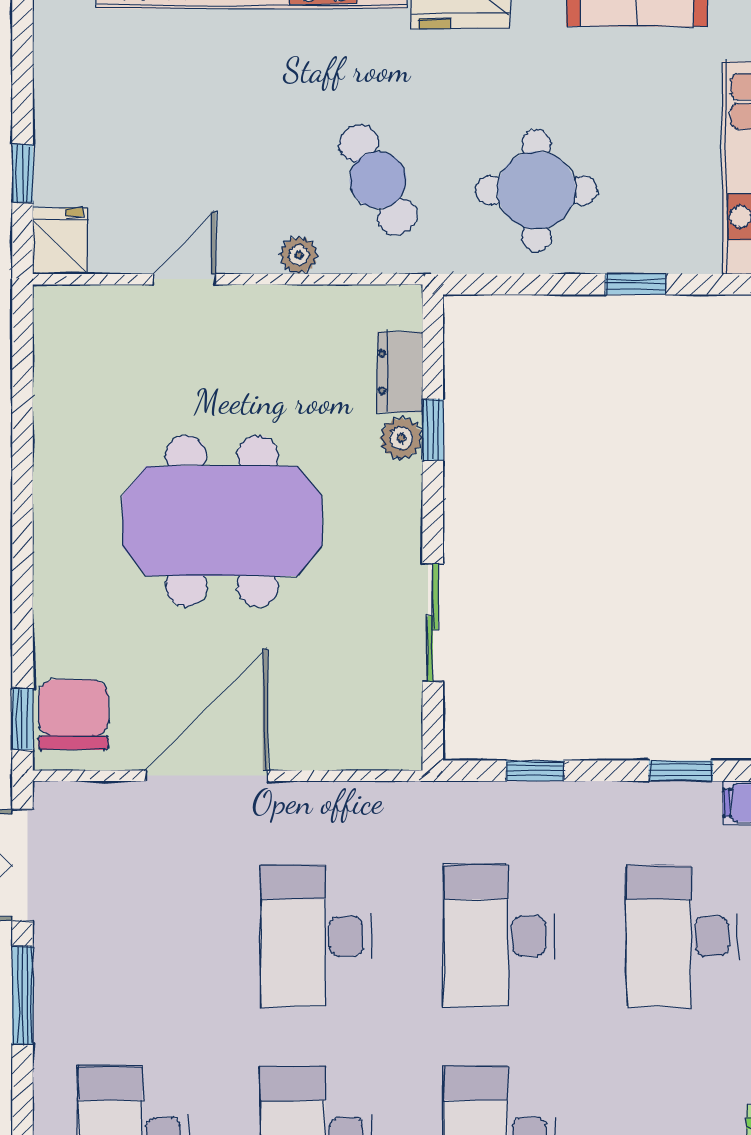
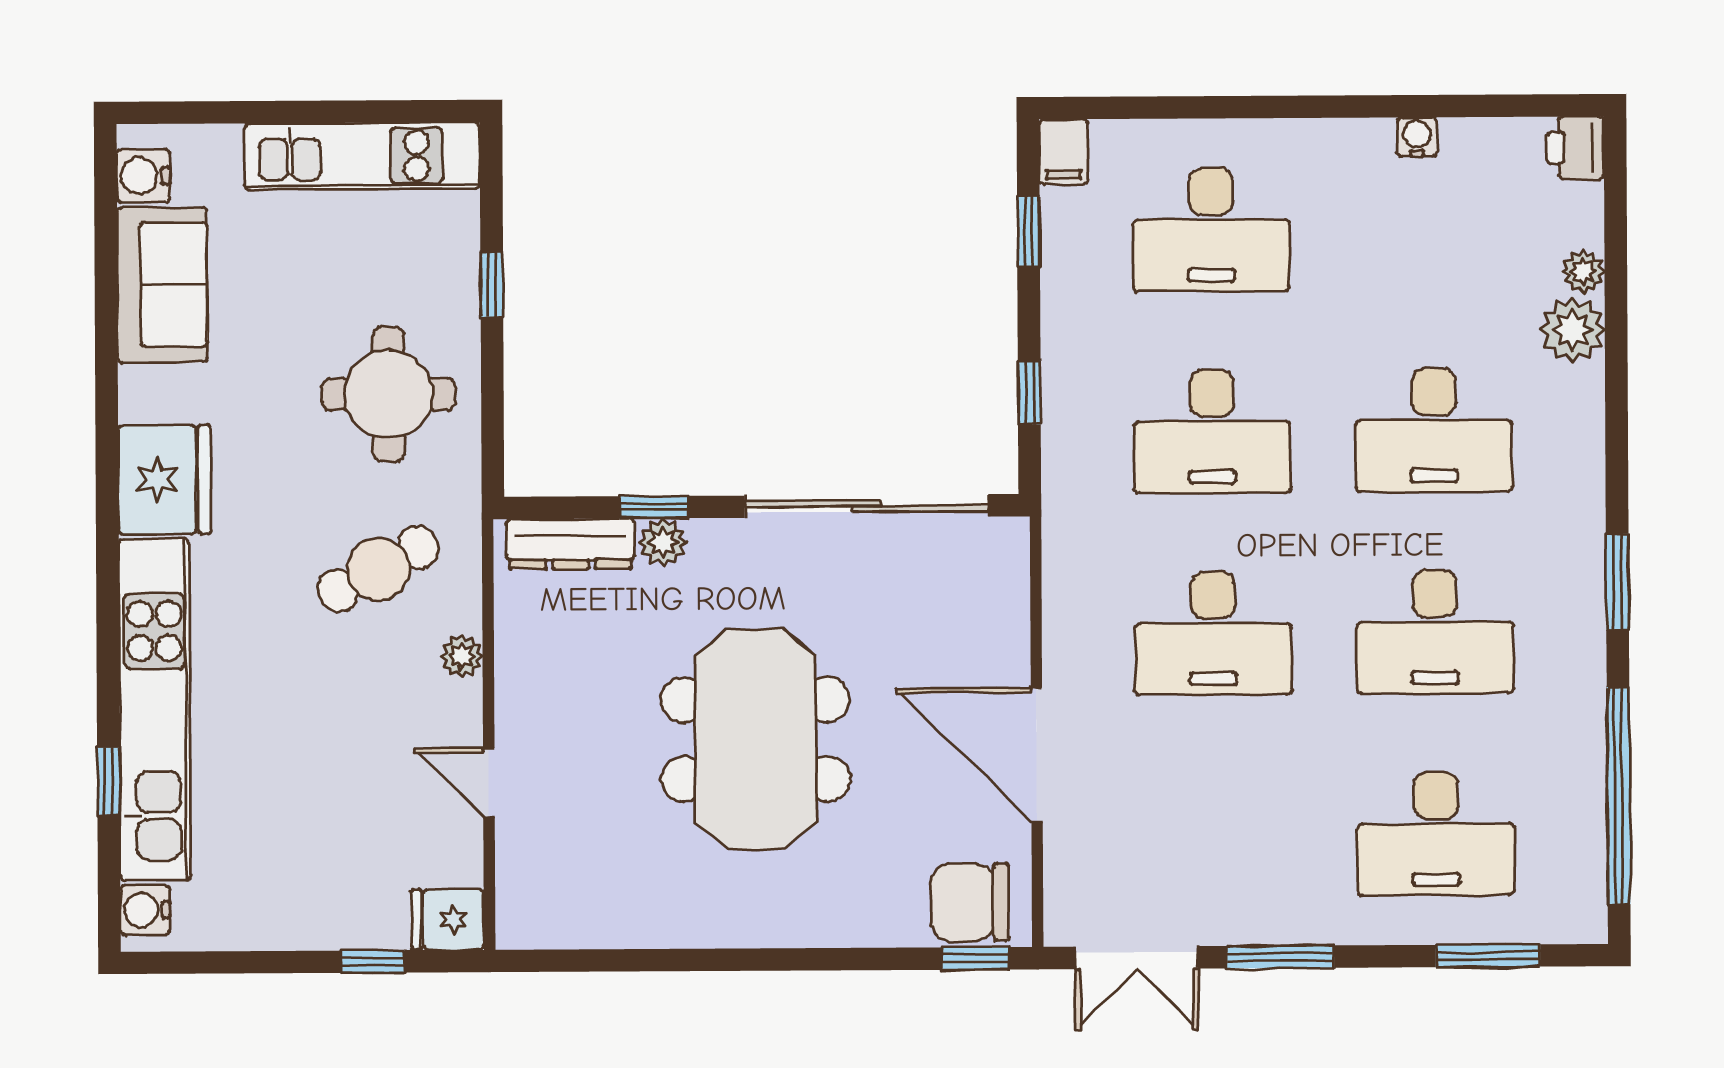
dresser: (400, 372) -> (571, 544), width x1.44
sliding door: (433, 623) -> (866, 506), width x1.86

